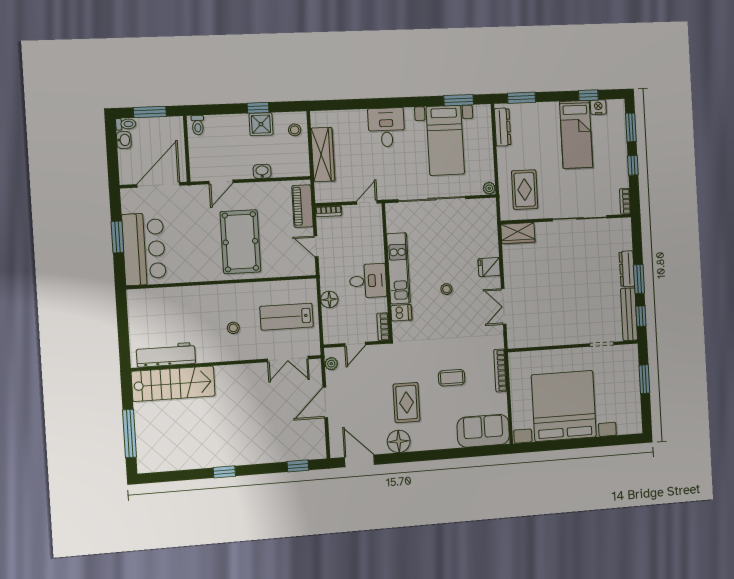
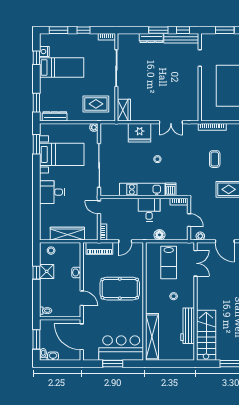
fridge: (489, 267) -> (140, 133), width x1.88, depth x1.34
shelving: (165, 298) -> (152, 337), added
workbench: (166, 355) -> (188, 326), moved

